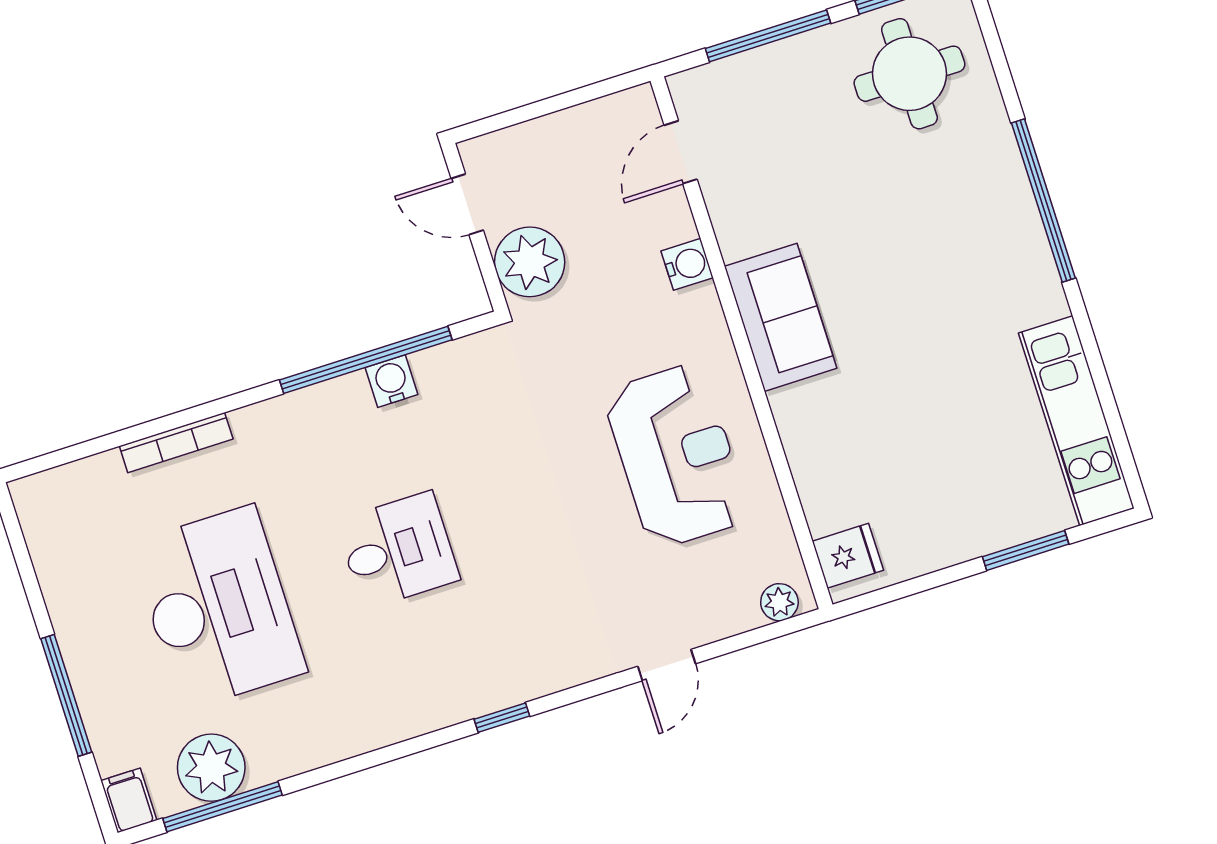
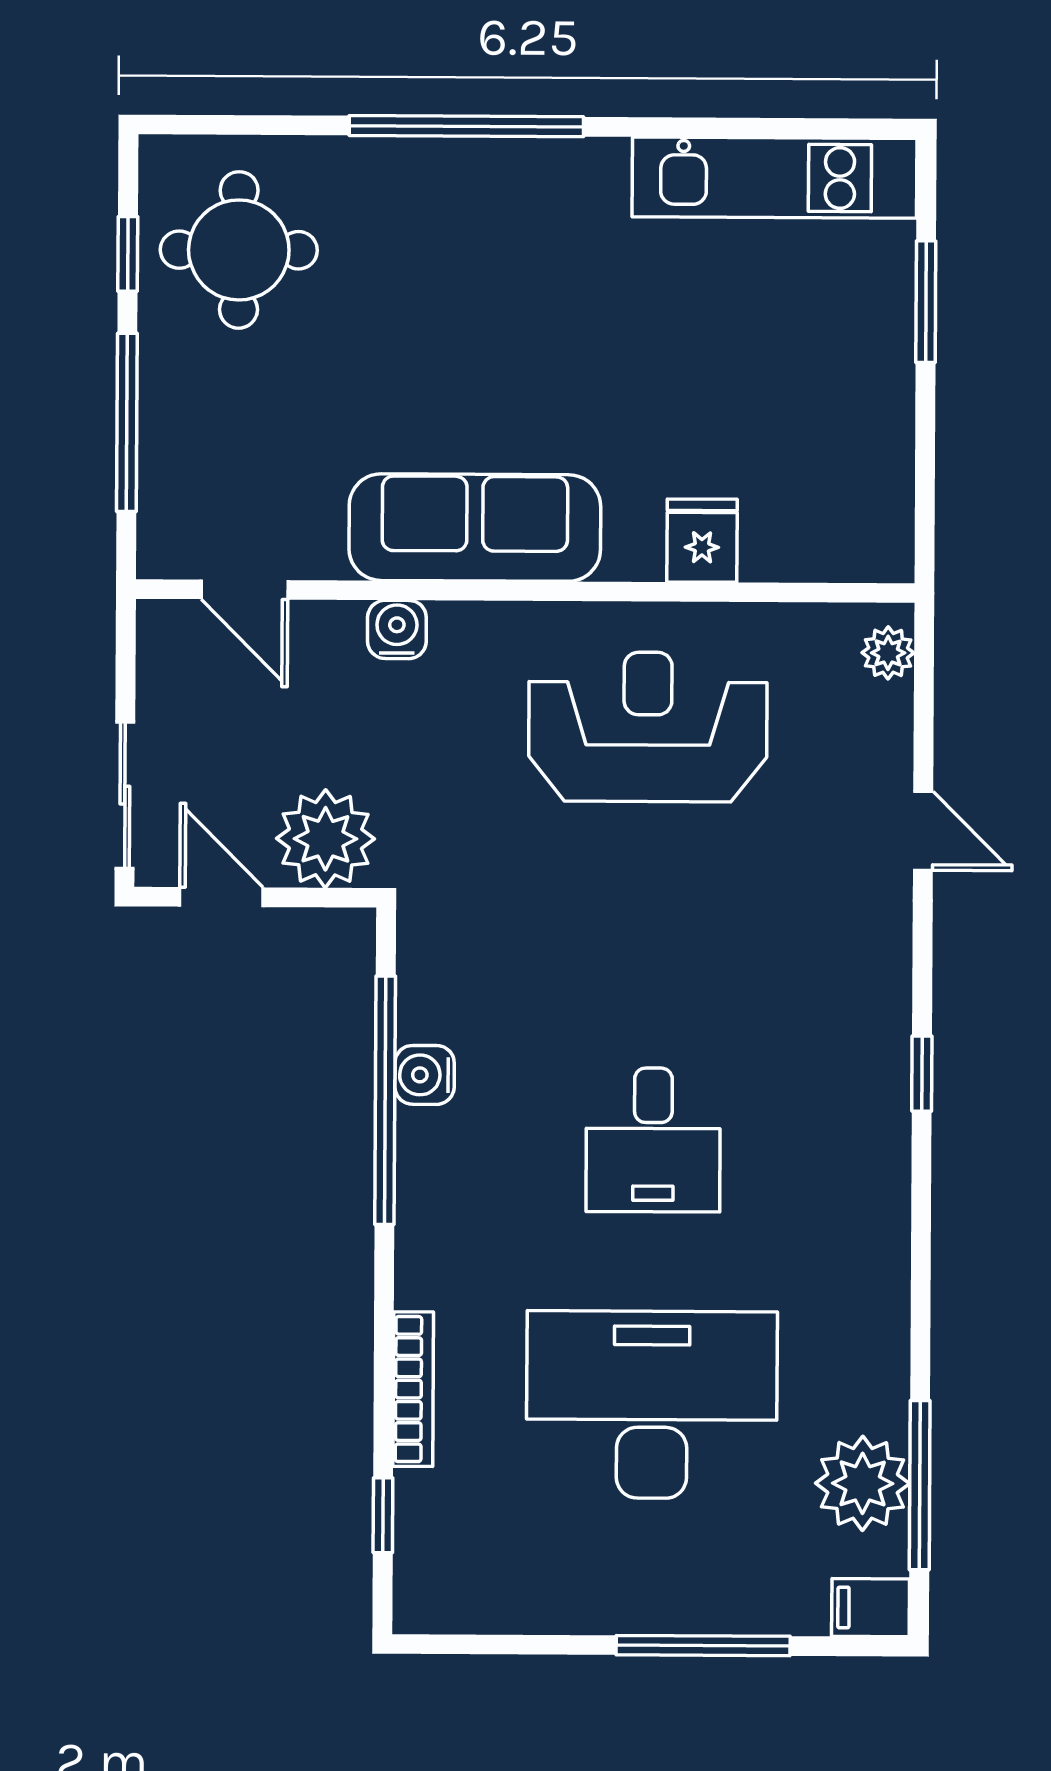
sliding door: (515, 117) -> (125, 795), added
door: (467, 204) -> (221, 897), swing flipped
sofa: (781, 317) -> (475, 528), width x1.36
window: (84, 450) -> (383, 1515), added
desk: (398, 550) -> (653, 1140), turned 180
fridge: (848, 556) -> (702, 541), moved

